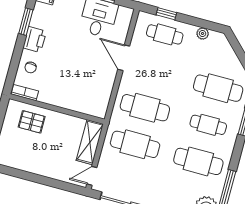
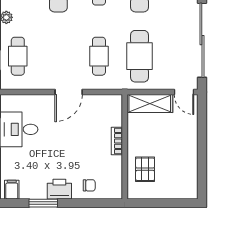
door: (124, 58) -> (69, 92), moved
bookcase: (25, 93) -> (117, 141), moved
cafe table: (145, 108) -> (99, 56), width x0.73, depth x0.74

